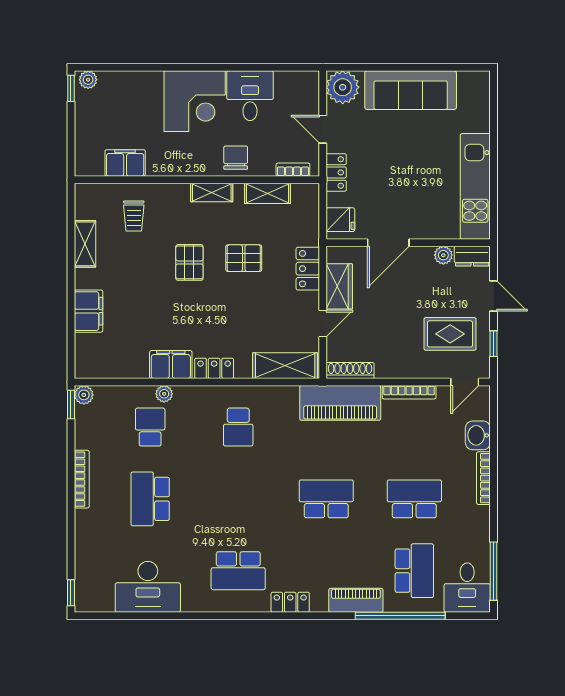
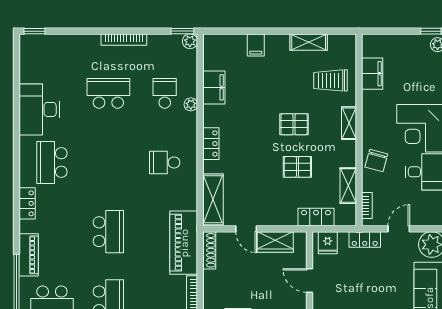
chair: (236, 158) -> (376, 160), turned 105
shelving: (212, 193) -> (349, 123), moved
trolley: (134, 216) -> (331, 80), width x1.36, depth x1.39
door: (388, 243) -> (310, 280), width x0.73
pallet: (244, 258) -> (297, 167), turned 90
locker: (308, 269) -> (316, 217), moved
filing cabinet: (88, 311) -> (256, 45), width x0.50
filing cabinet: (171, 365) -> (214, 87), moved
school desk: (150, 427) -> (165, 93), turned -90
desk: (148, 587) -> (39, 109), moved

